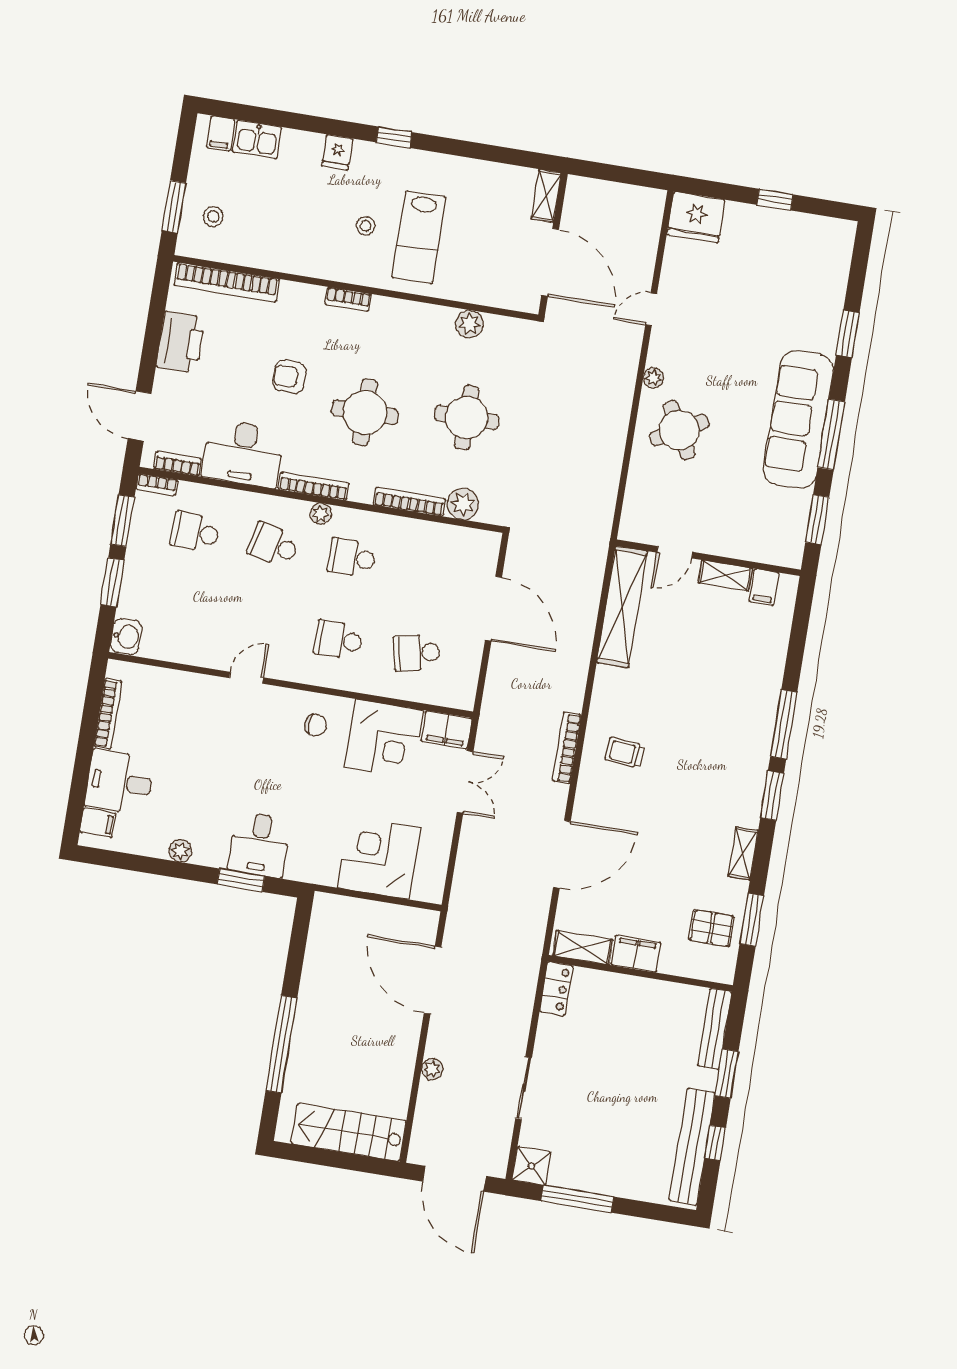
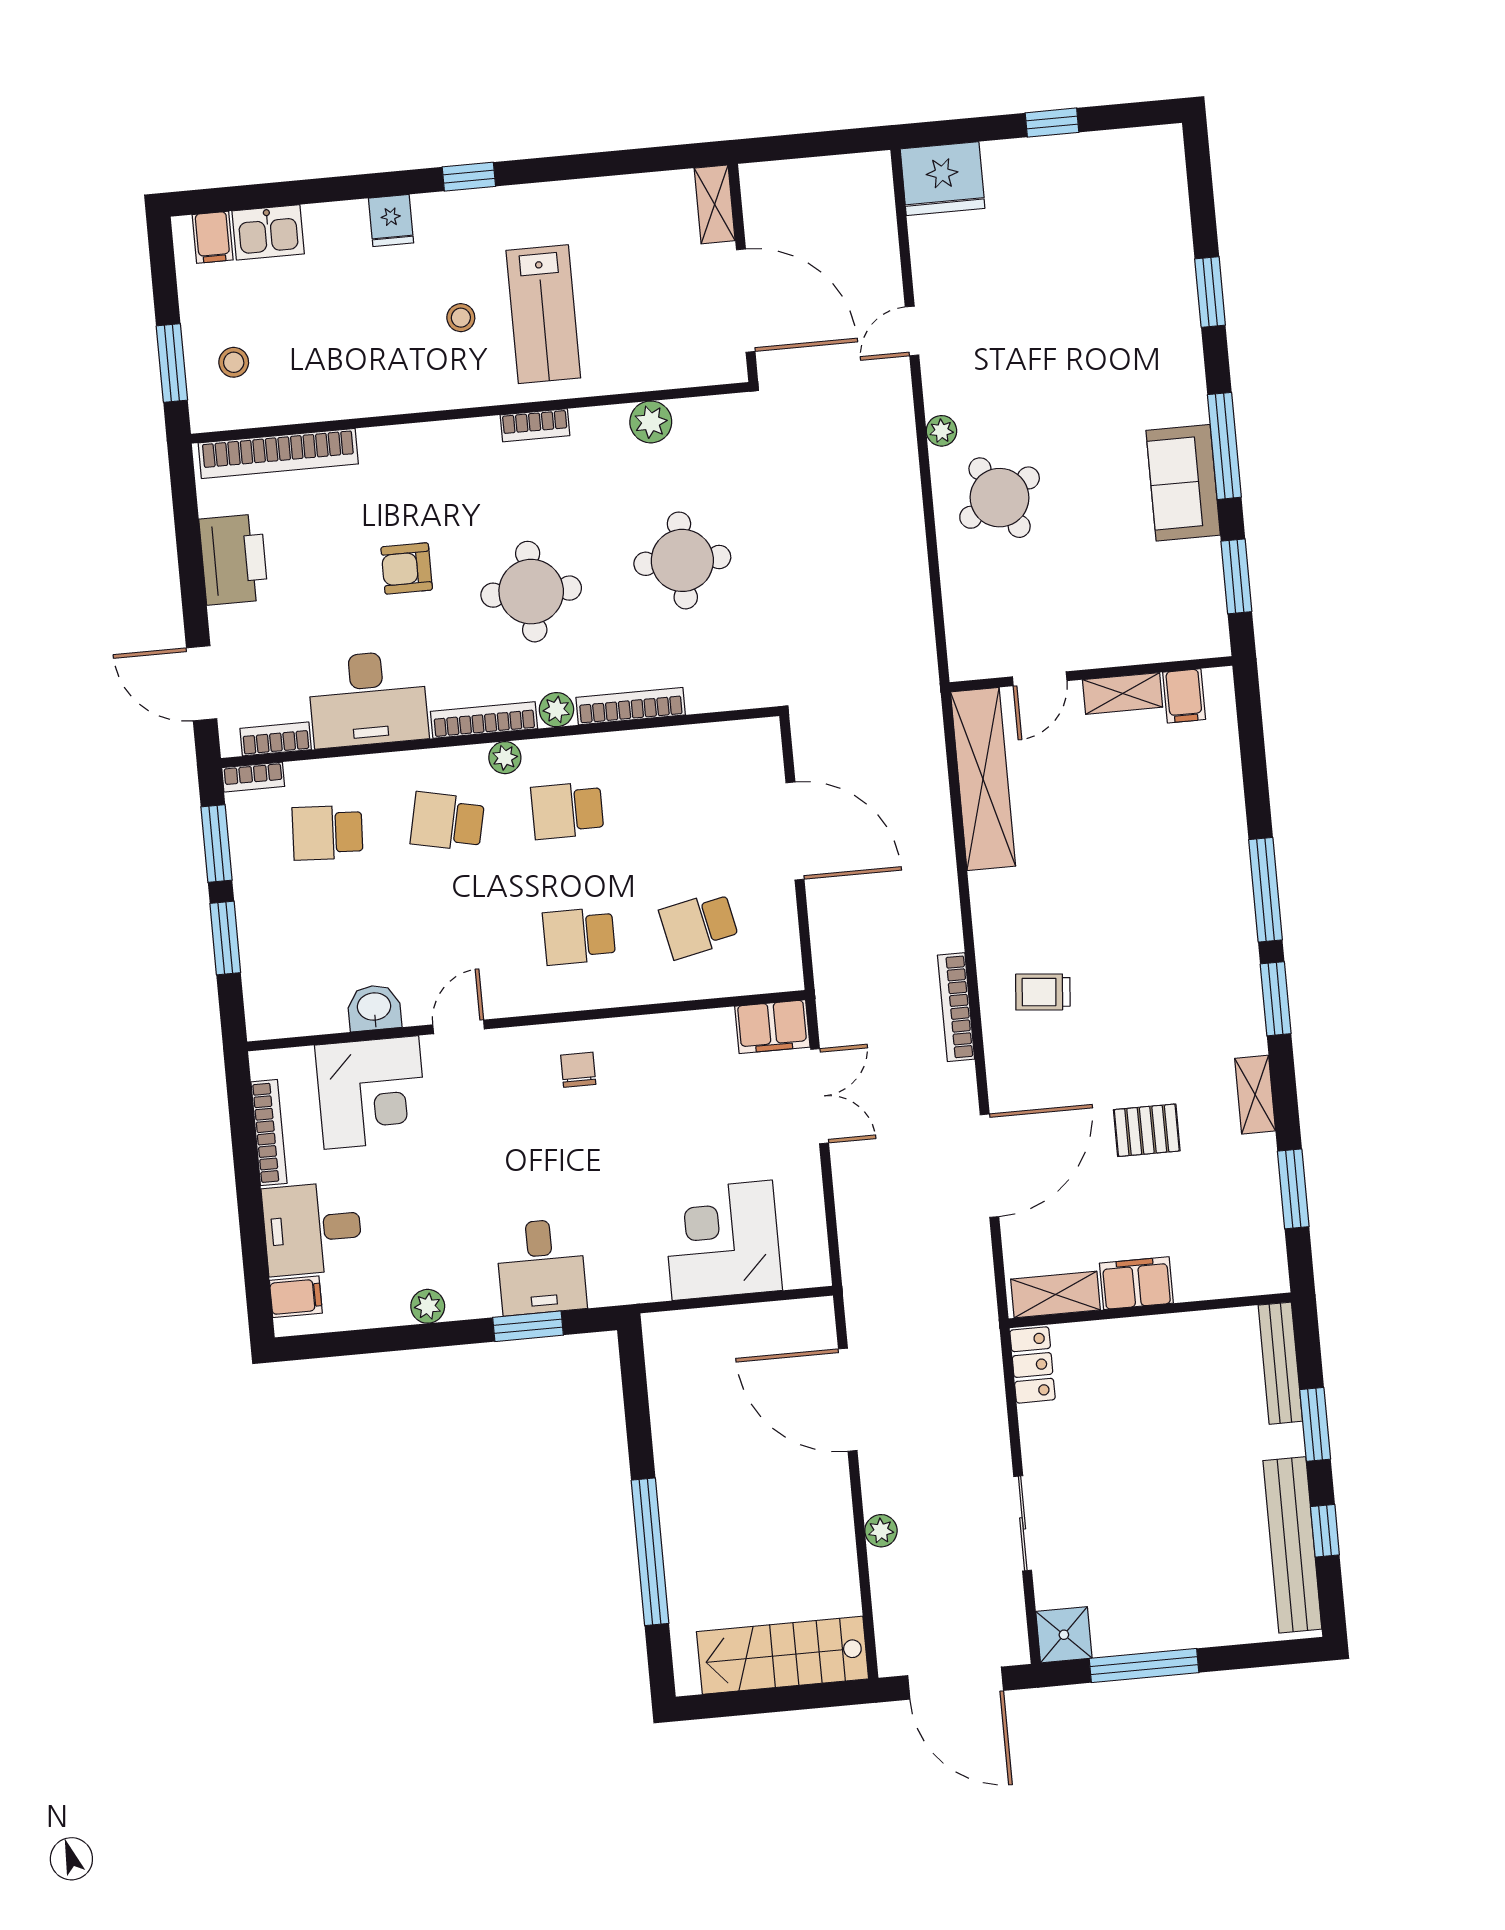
bookcase: (348, 299) -> (535, 425), moved
sofa: (798, 419) -> (1183, 483), width x0.54, depth x0.79
plant: (463, 504) -> (556, 710), moved, width x0.73, depth x0.73
washbasin: (126, 637) -> (374, 1008), moved, turned -90
chair: (316, 725) -> (578, 1070), turned -90
corner desk: (384, 739) -> (371, 1092), moved
pallet: (711, 928) -> (1147, 1130), moved

